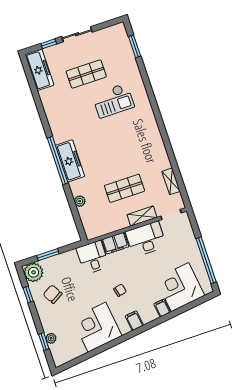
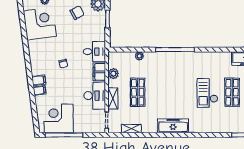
checkout: (113, 101) -> (207, 93), moved
freezer: (70, 161) -> (173, 126), moved, turned 180
plant: (112, 226) -> (113, 74), added
corner desk: (180, 287) -> (59, 118), moved, turned -83
filing cabinet: (134, 321) -> (39, 80), moved
corner desk: (97, 327) -> (40, 24), moved

